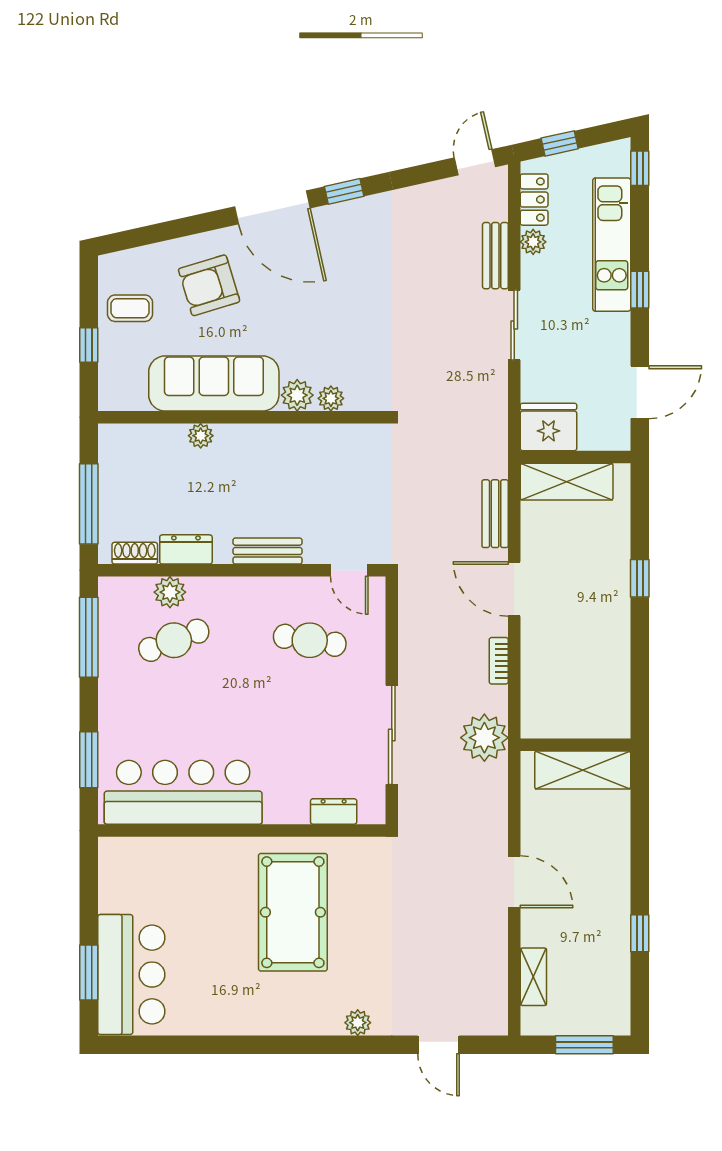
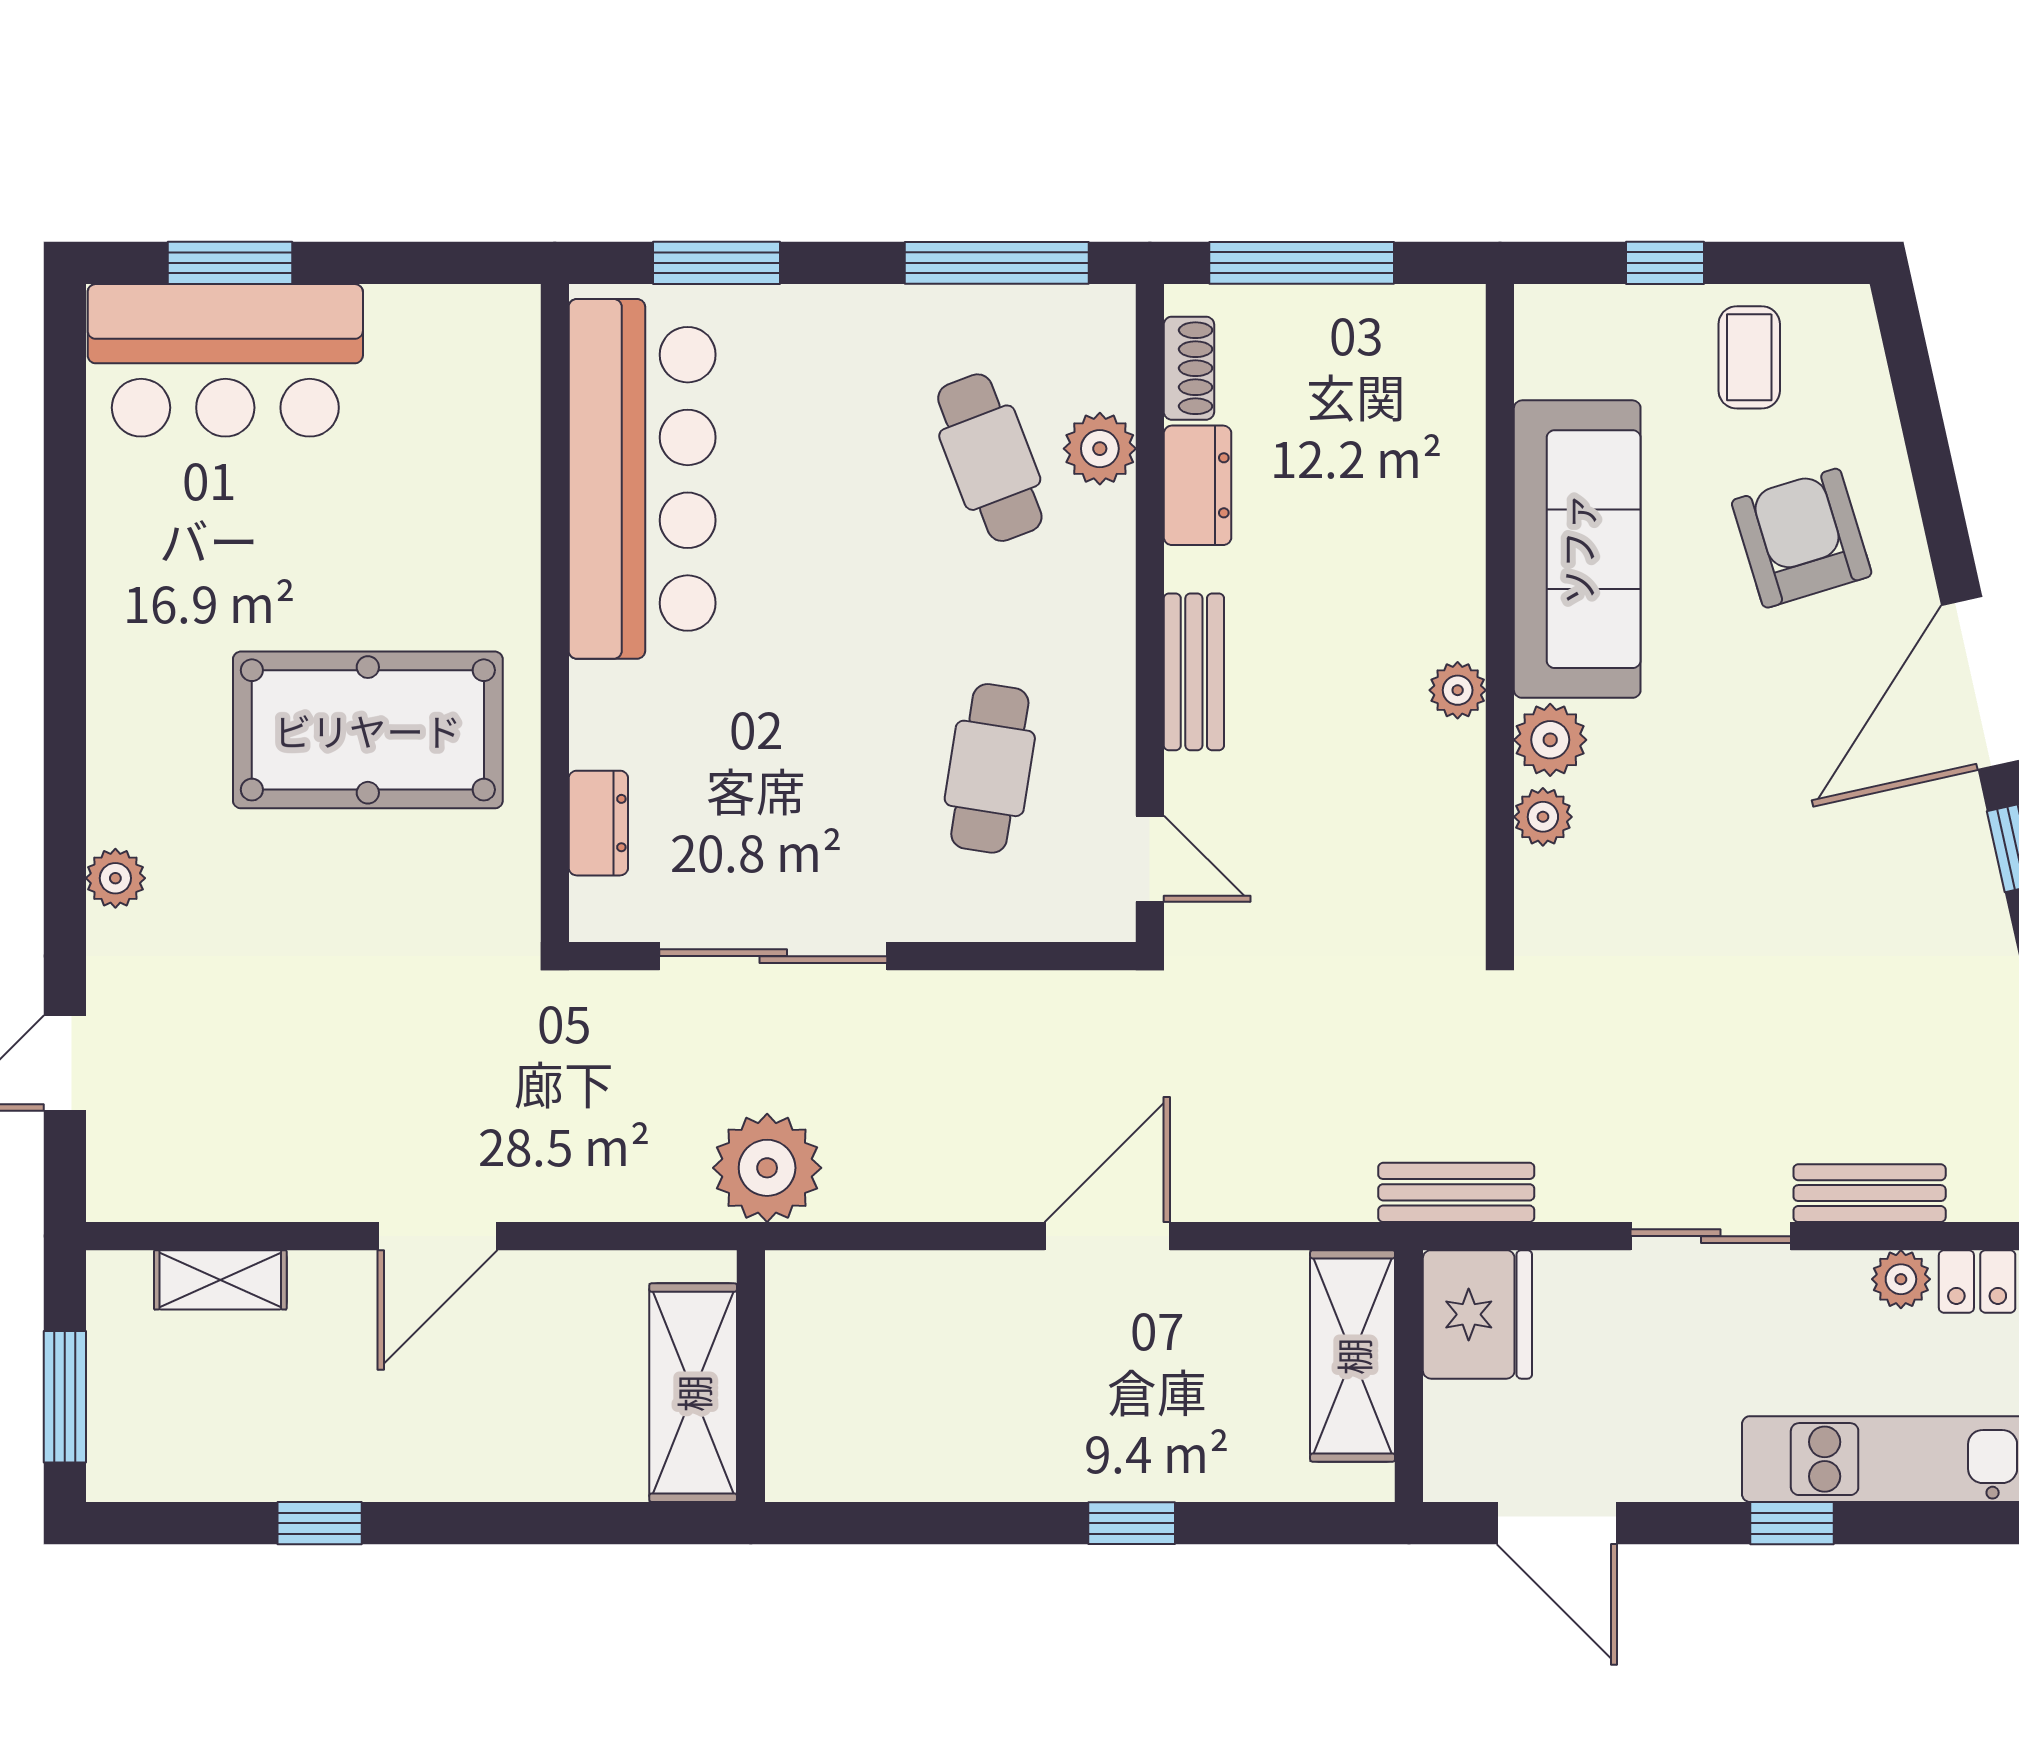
plant: (201, 436) -> (1458, 690), moved
bench: (495, 514) -> (1456, 1192), moved
door: (349, 570) -> (1150, 859), swing flipped
bookcase: (499, 661) -> (943, 1201), removed

